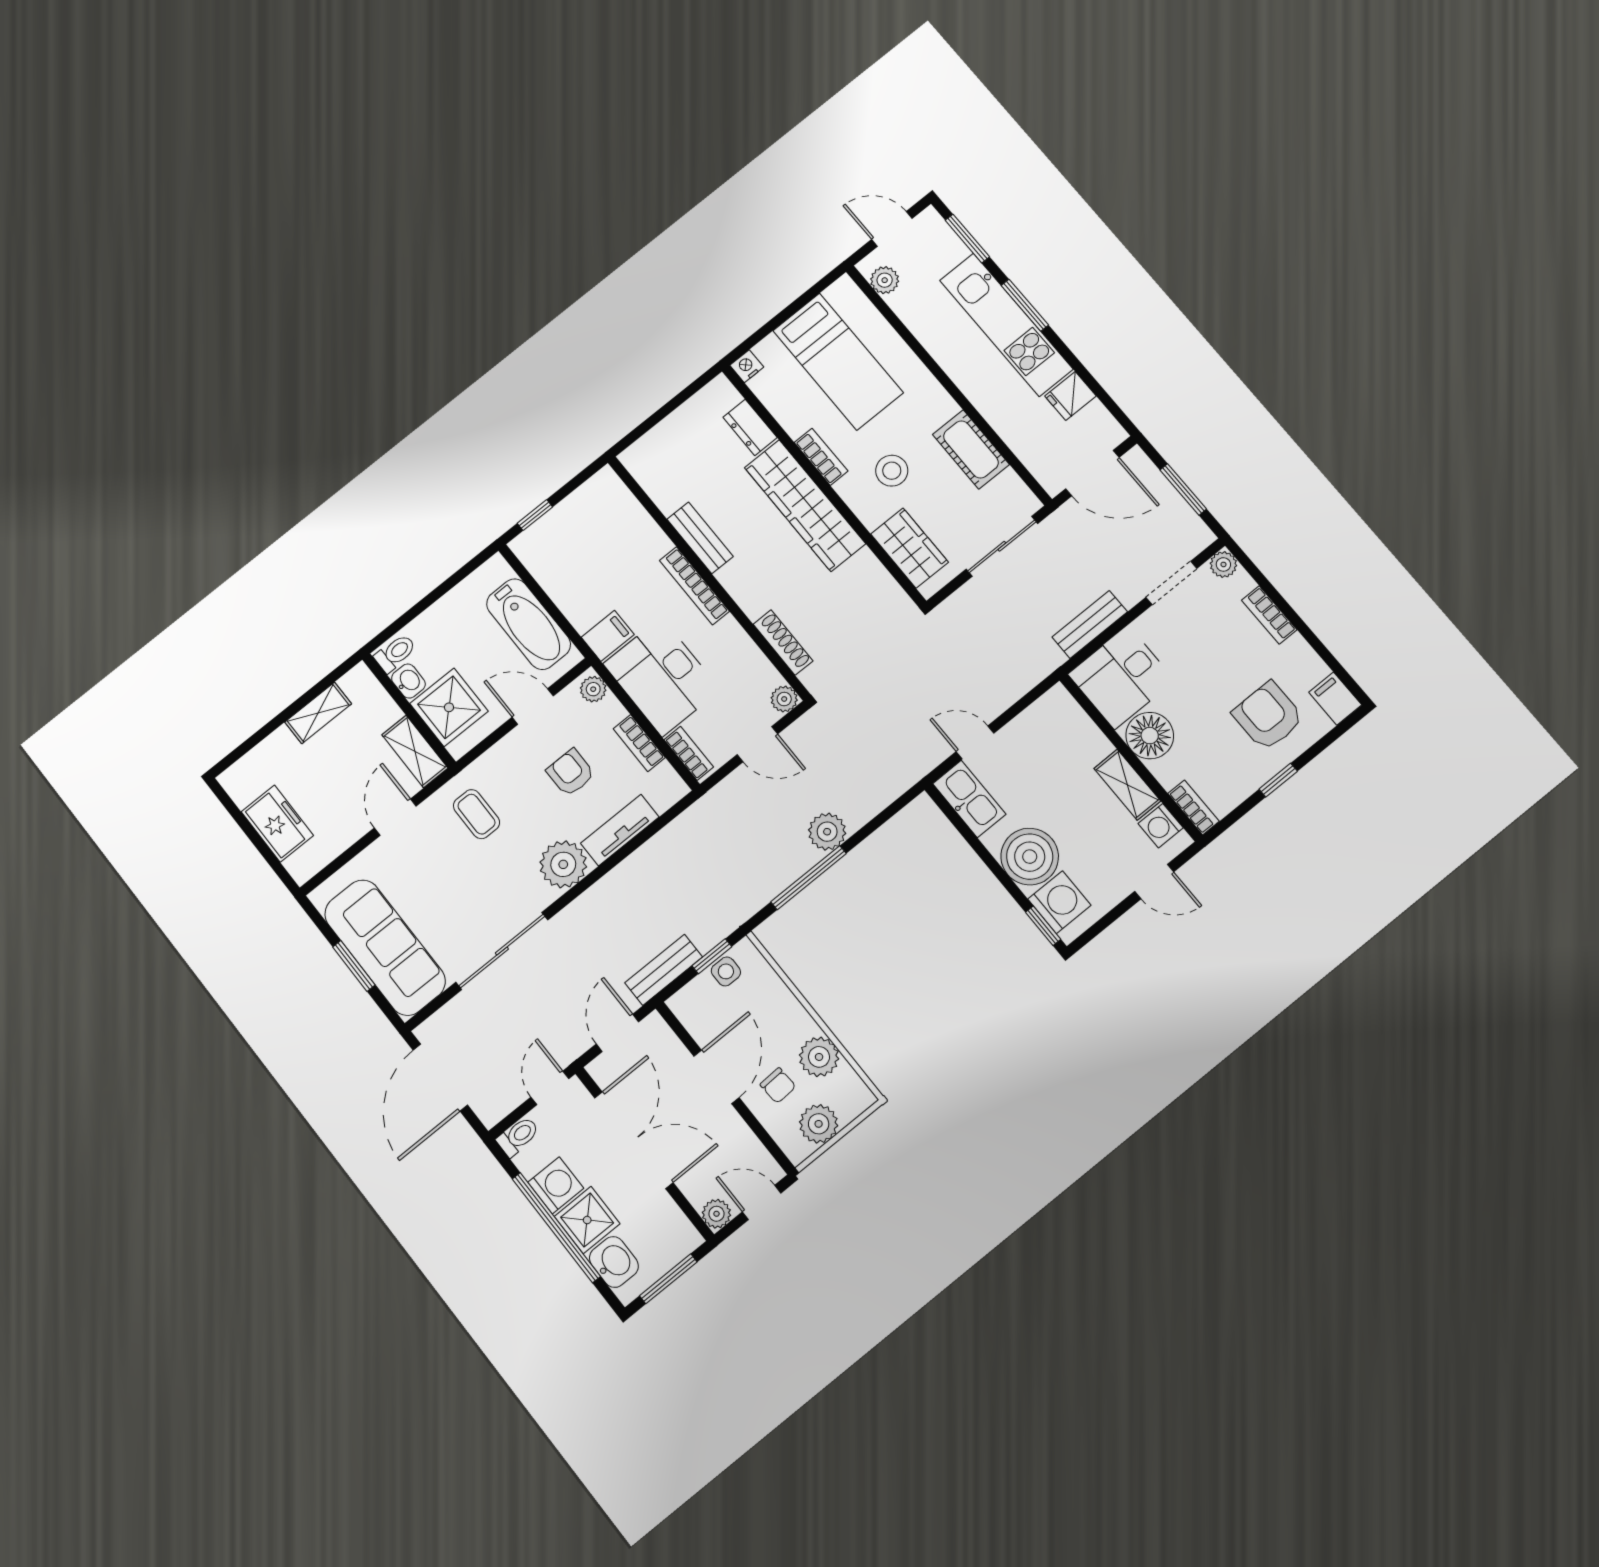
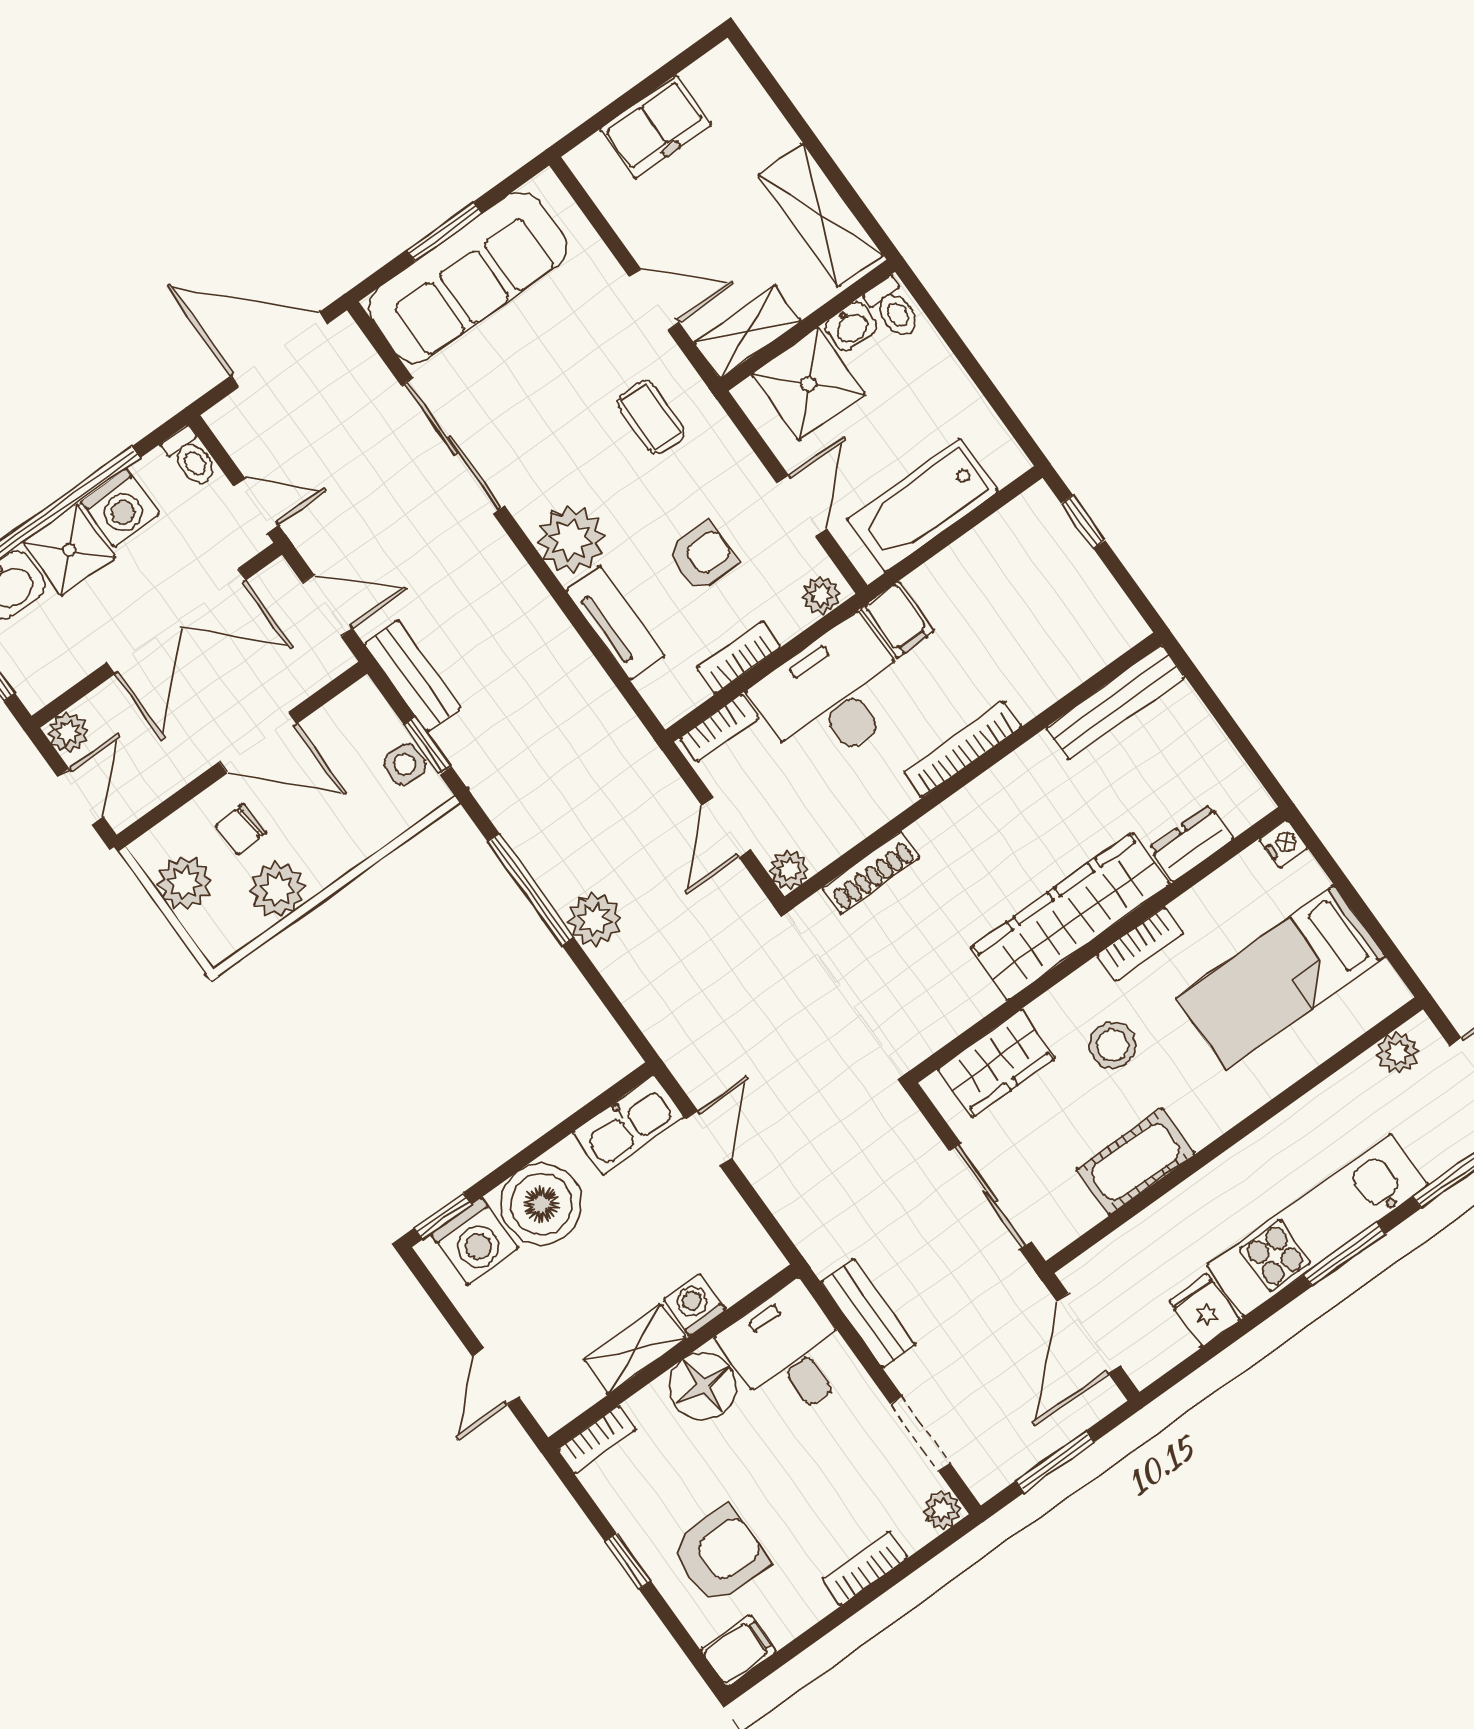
bench: (700, 538) -> (1115, 702), moved, width x1.36
shelving: (318, 713) -> (821, 215), width x1.50, depth x1.33
coffee table: (476, 814) -> (651, 418), turned 90
washing machine: (1161, 826) -> (695, 1305), moved

